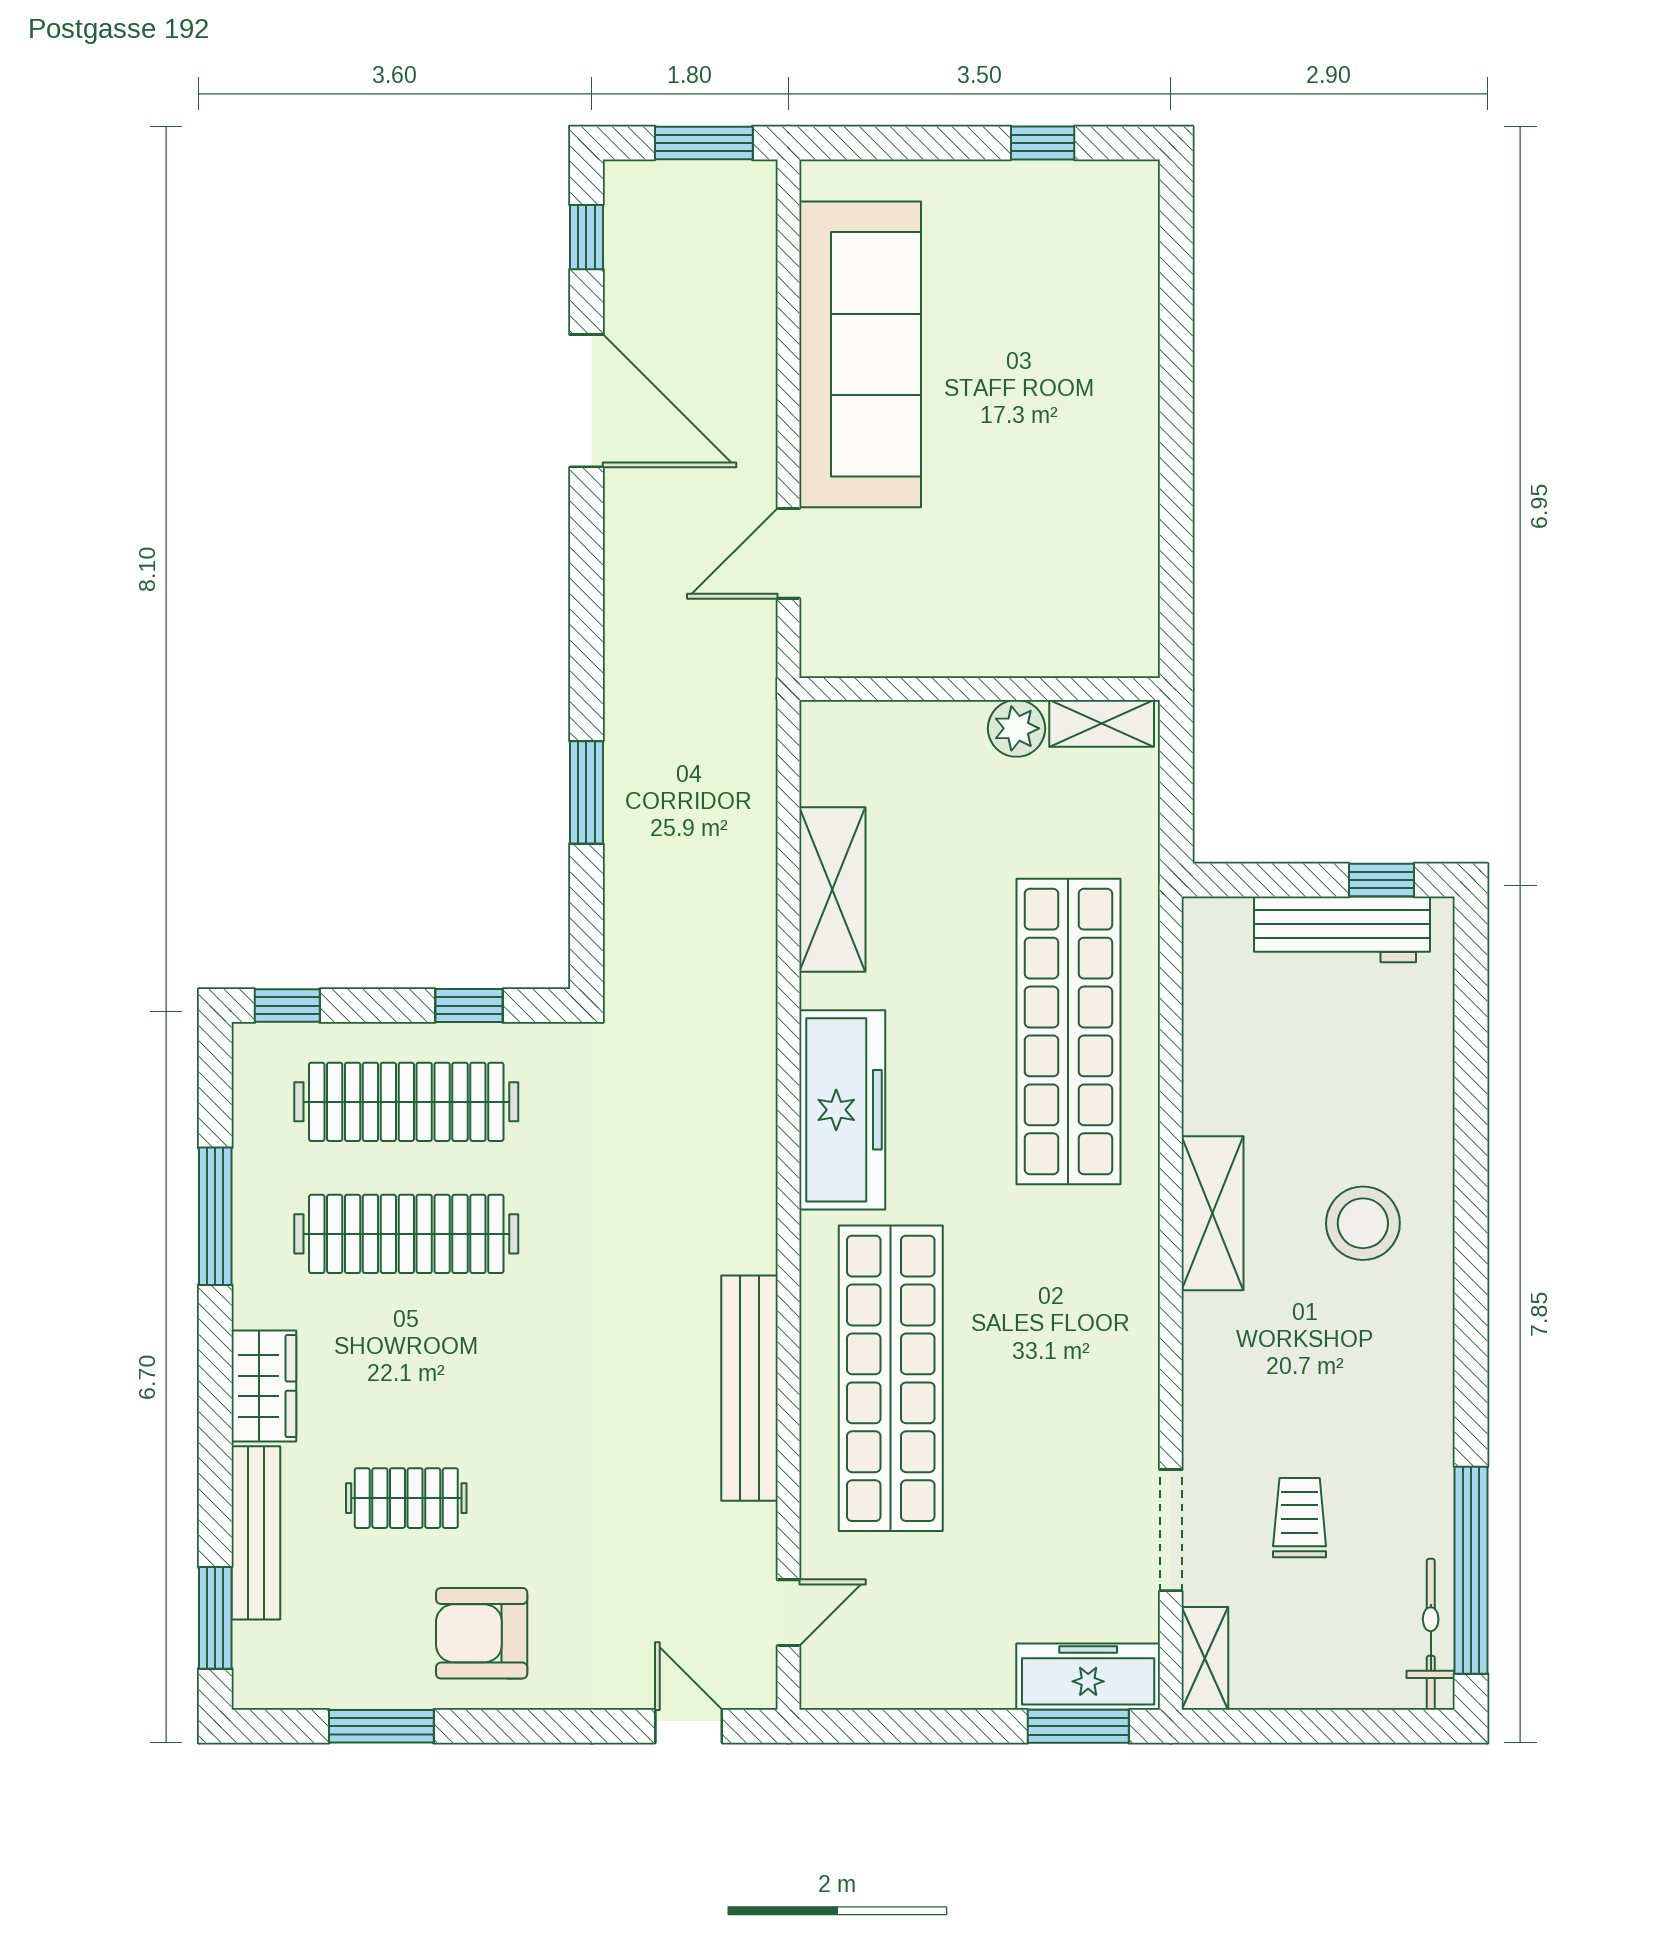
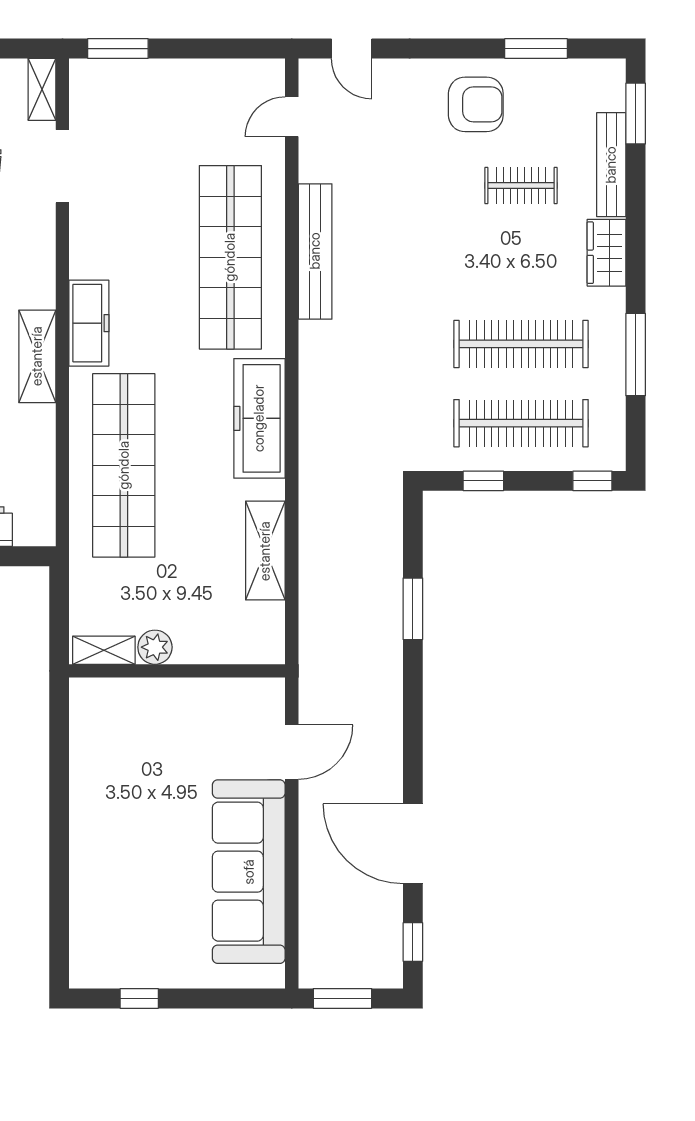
freezer: (1088, 1677) -> (89, 323), moved, turned -90

